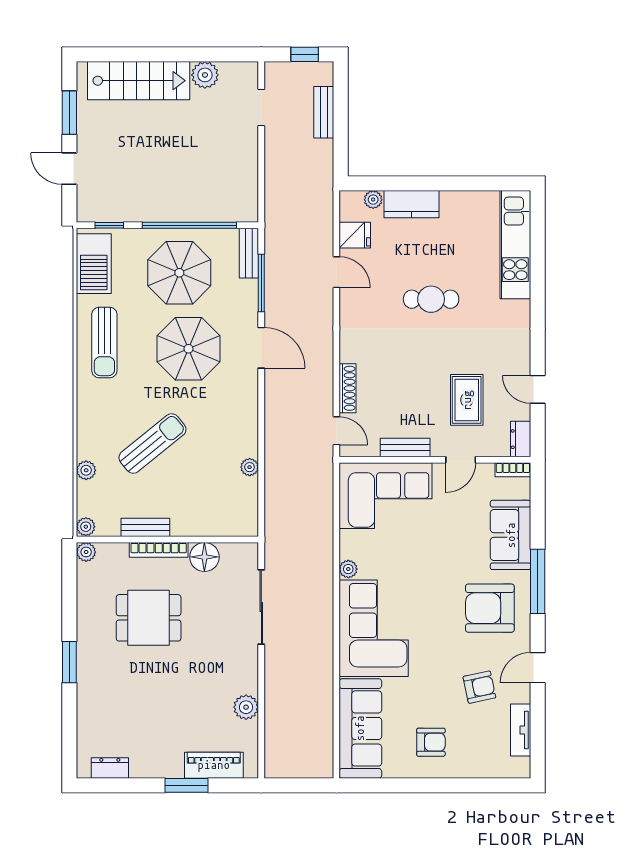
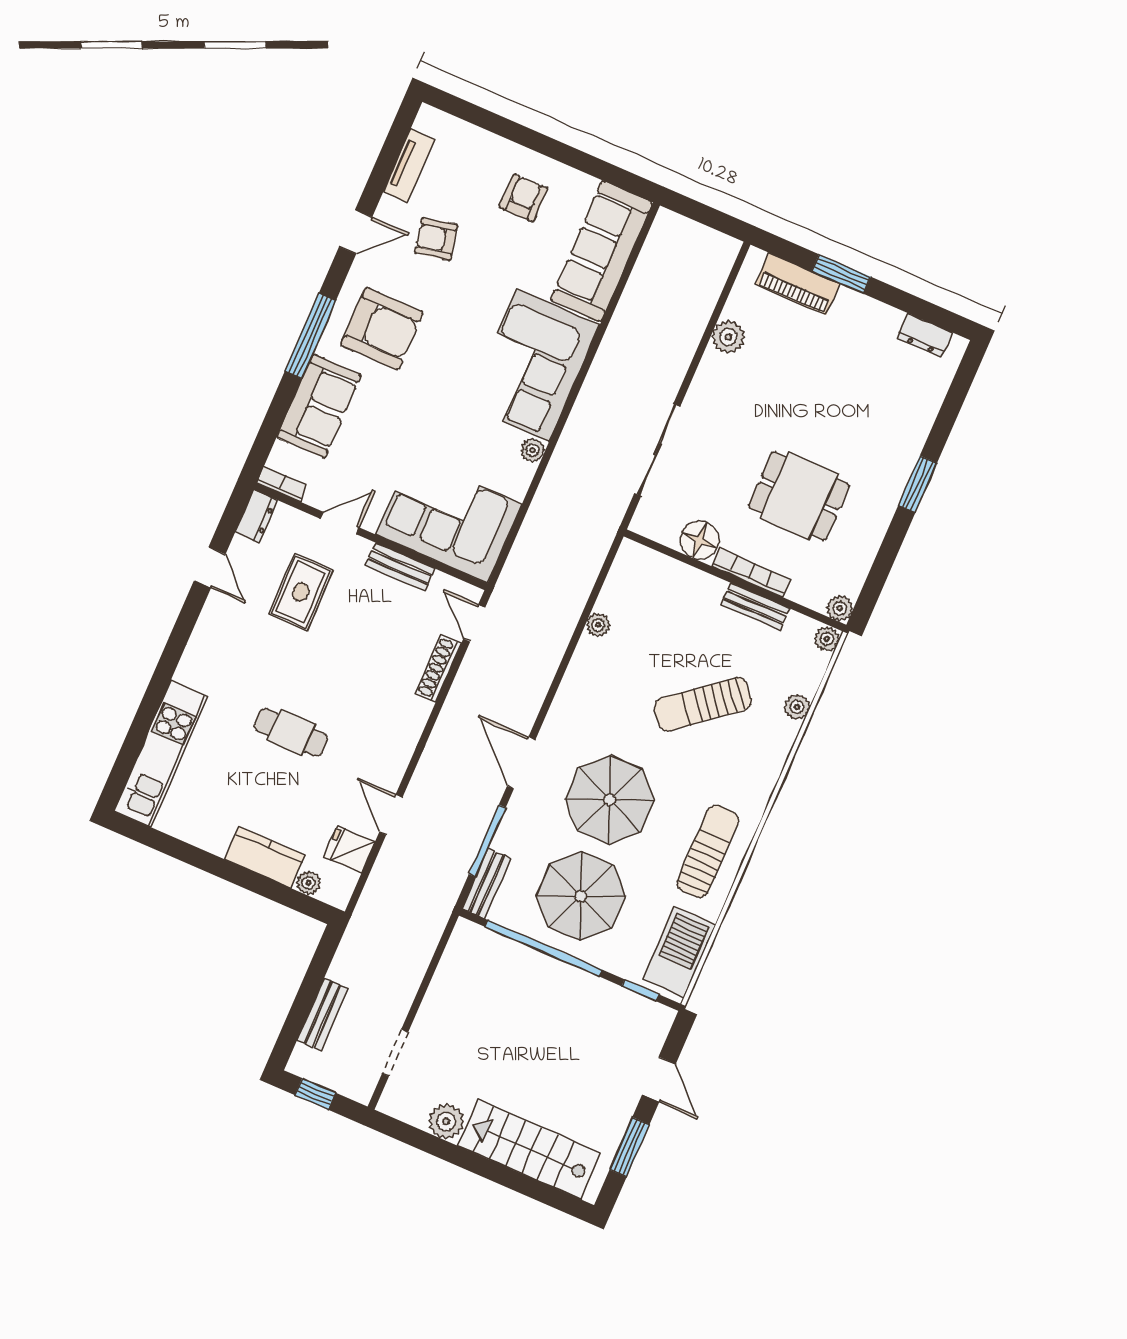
armchair: (431, 742) -> (524, 198), turned 90

